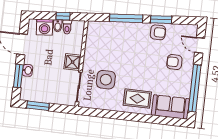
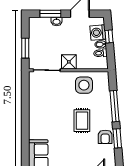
window: (63, 16) -> (109, 36), moved
armchair: (174, 62) -> (80, 155), removed
side table: (106, 80) -> (84, 85), moved
rug: (137, 99) -> (82, 121), moved
window: (38, 106) -> (25, 48), moved

